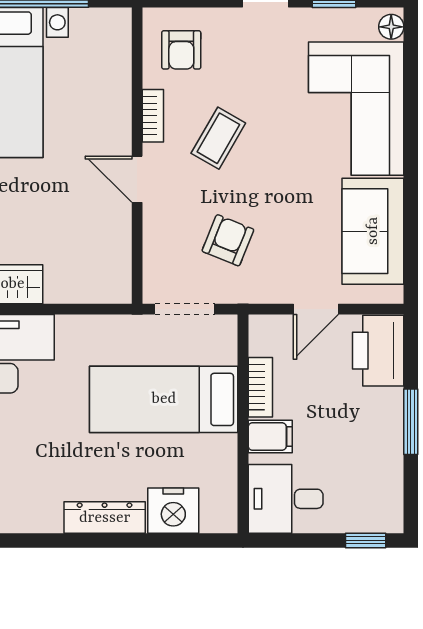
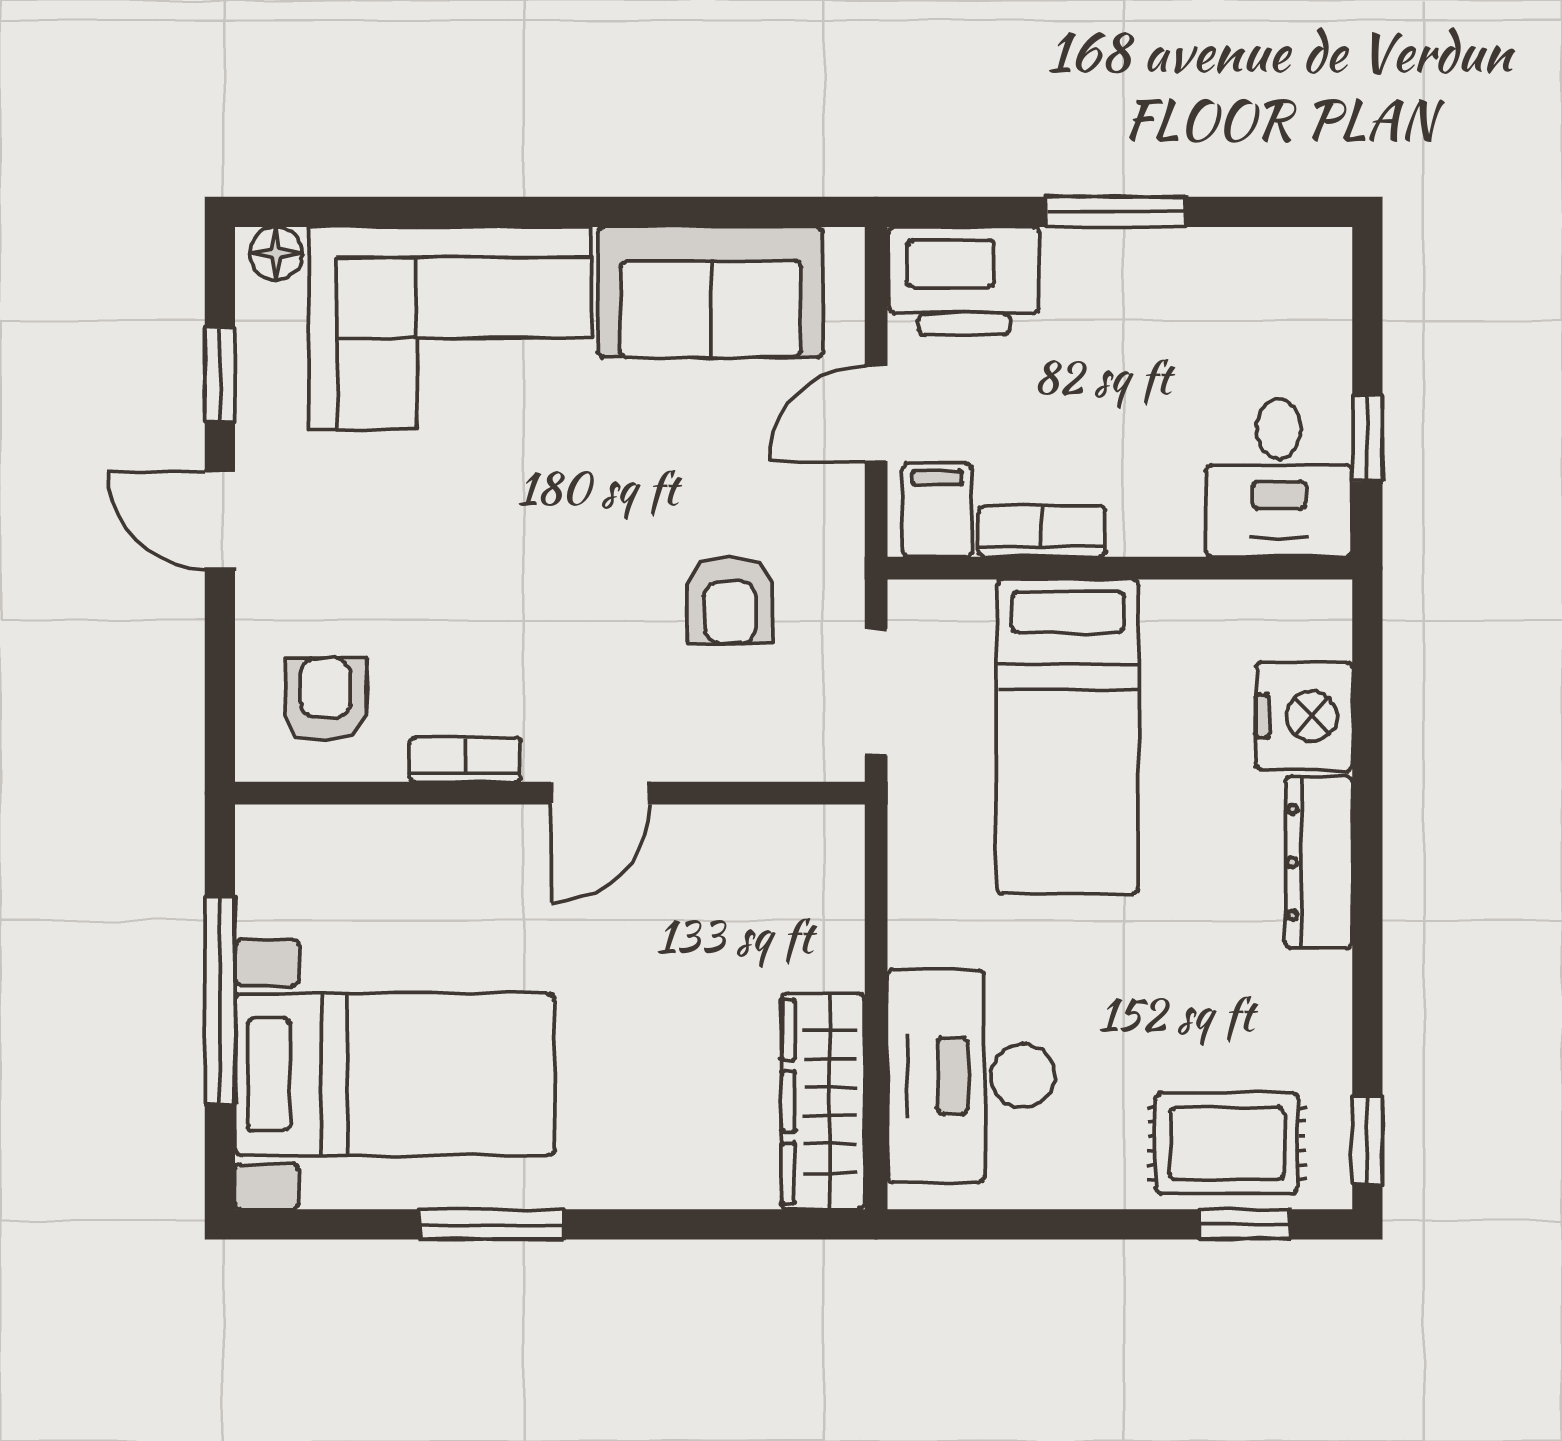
armchair: (181, 50) -> (325, 699), turned -90
coffee table: (218, 138) -> (513, 621), removed
armchair: (228, 240) -> (730, 600), turned -113
door: (316, 309) -> (876, 413), swing flipped
filing cabinet: (270, 436) -> (937, 510), moved
window: (366, 540) -> (1367, 438), moved

